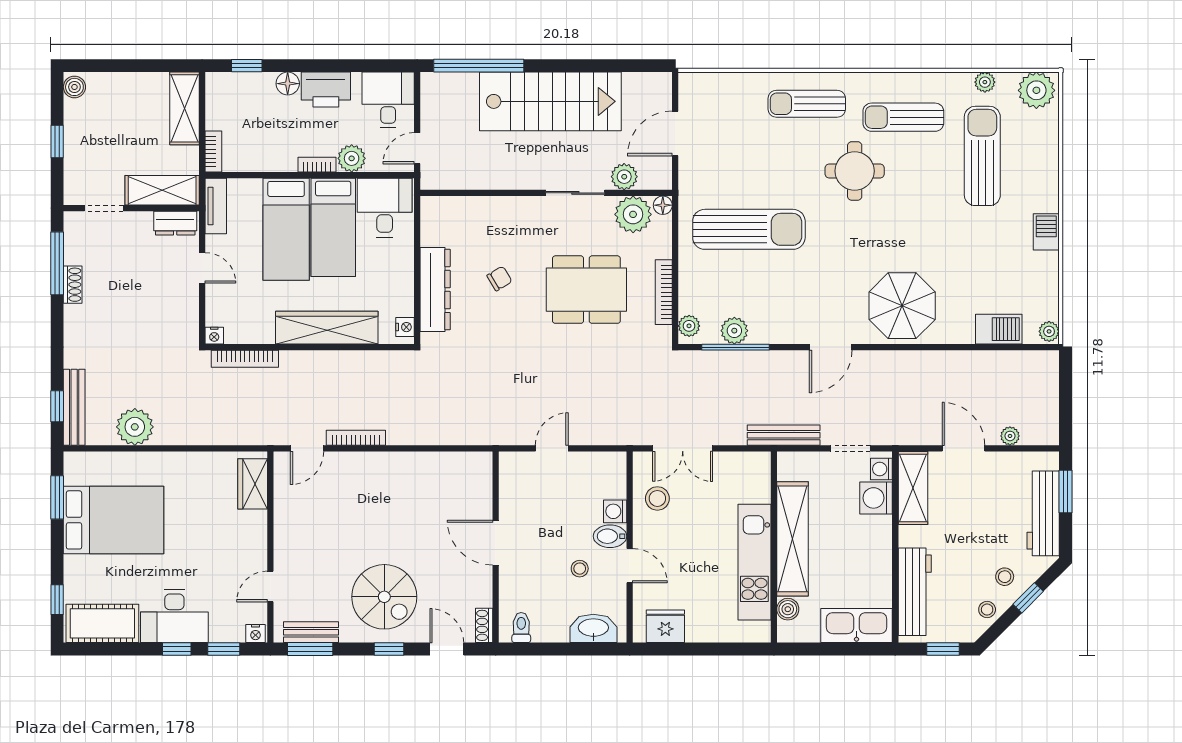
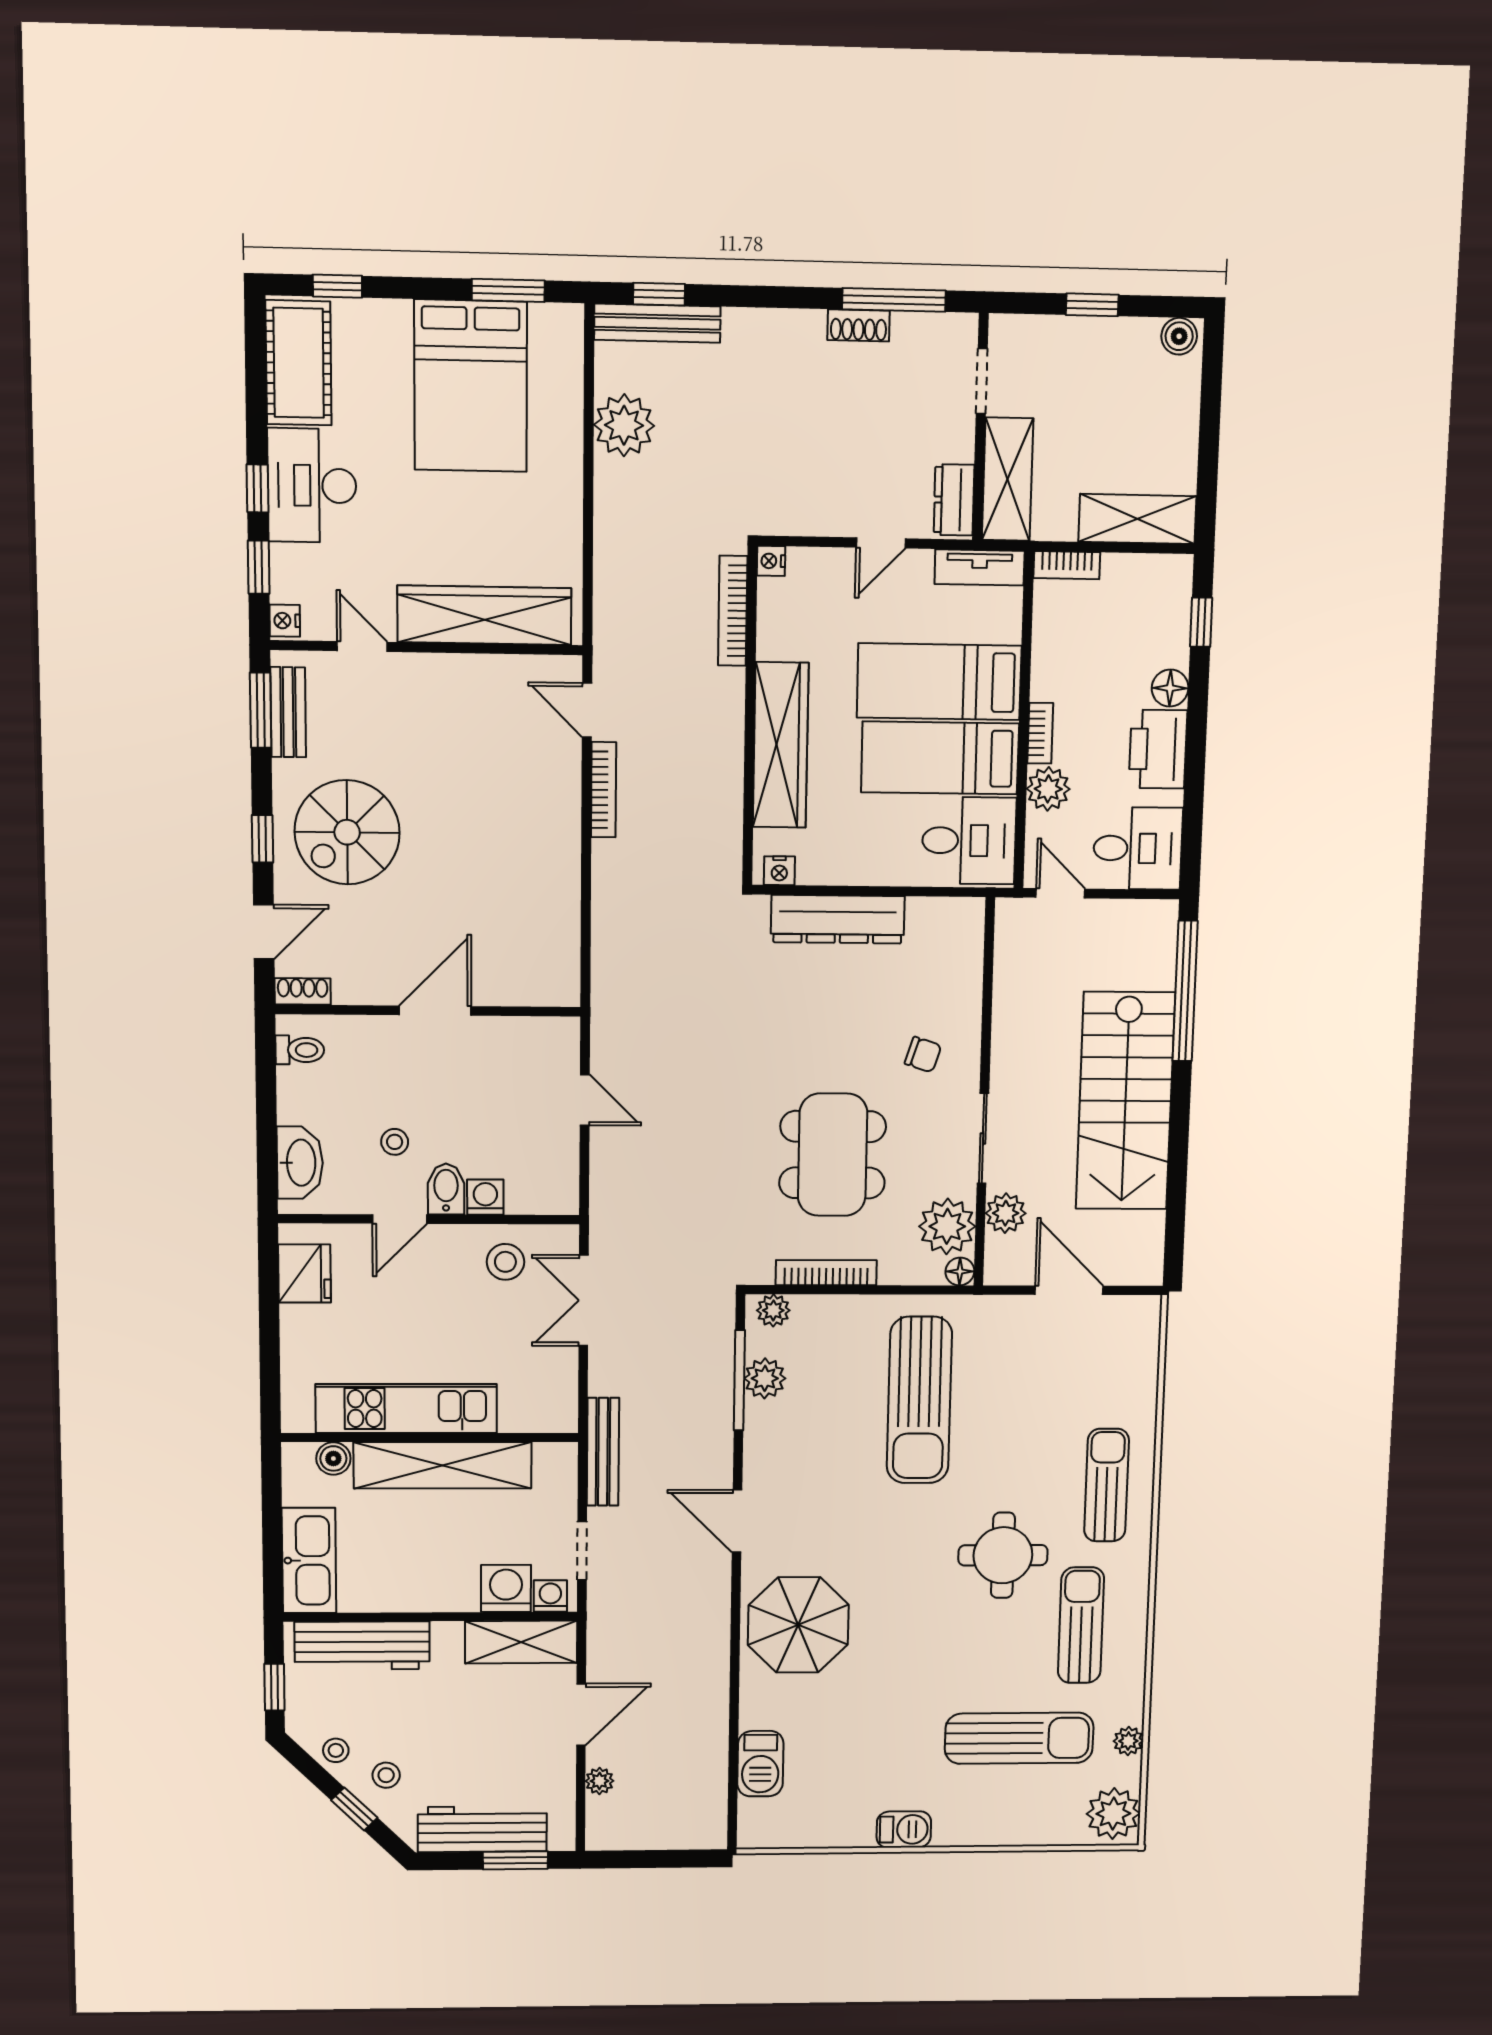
chair: (500, 279) -> (923, 1055), moved, turned -41
plant: (1049, 331) -> (756, 1835), removed
wardrobe: (253, 484) -> (484, 615), width x2.10, depth x1.17

